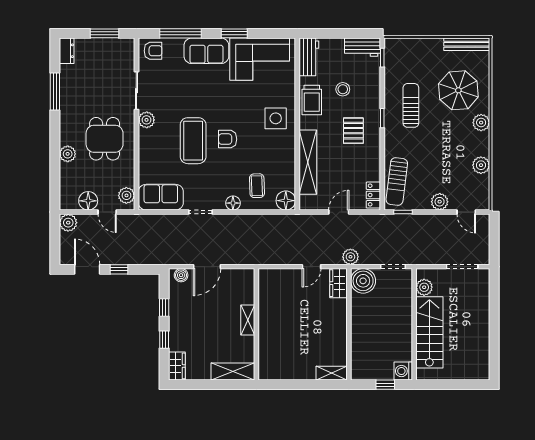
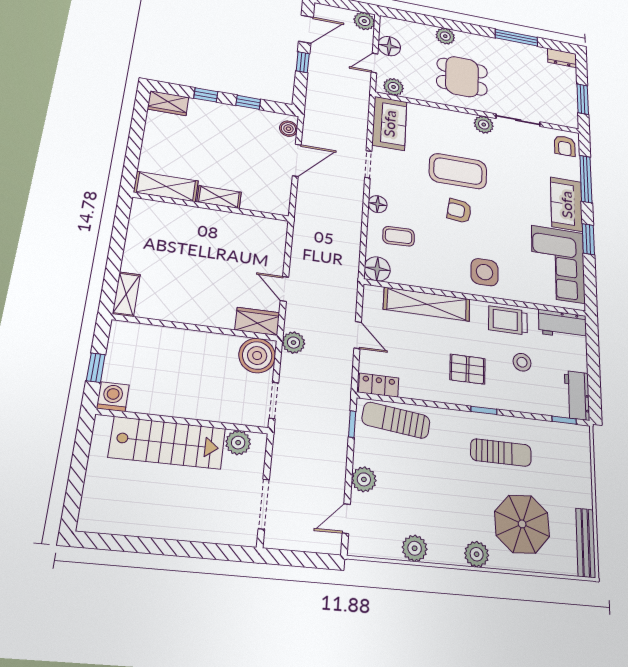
armchair: (228, 139) -> (459, 211), turned -83
door: (207, 267) -> (297, 160), swing flipped
shelving: (233, 371) -> (166, 187), moved, turned 90

